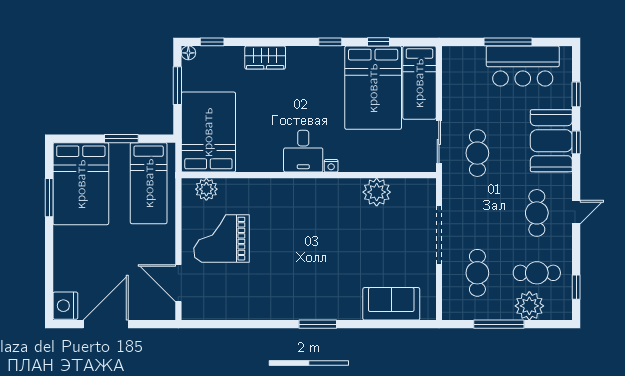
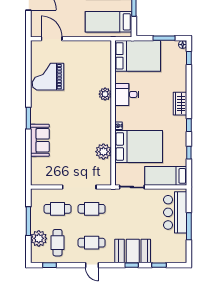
wardrobe: (265, 58) -> (180, 104), moved
bar counter: (523, 66) -> (175, 212), moved
bed: (373, 88) -> (139, 146), moved, turned 180
desk: (303, 151) -> (127, 94), moved
cafe table: (477, 153) -> (92, 209), moved
plant: (206, 189) -> (105, 94), moved
grand piano: (221, 239) -> (48, 77), moved, turned -90
door: (178, 283) -> (52, 39), hinge flipped
sofa: (391, 304) -> (40, 140), moved

